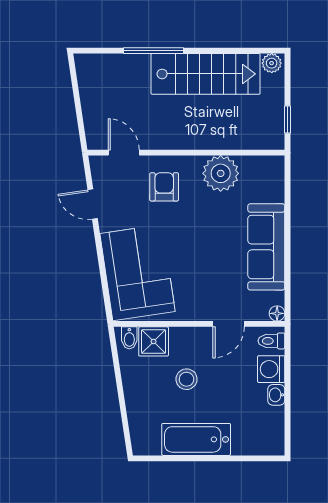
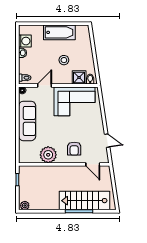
stairs: (206, 74) -> (85, 201), moved
corner sofa: (137, 272) -> (75, 101), moved, turned -82
washing machine: (271, 369) -> (25, 41), moved

